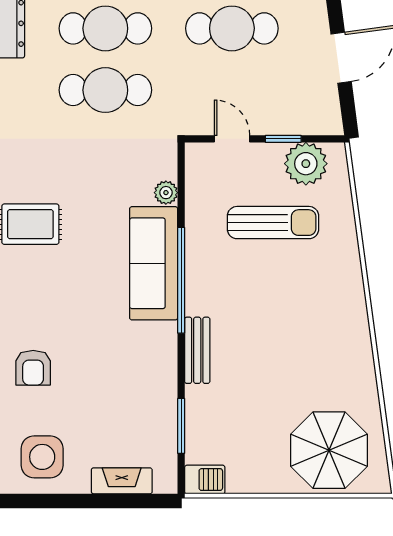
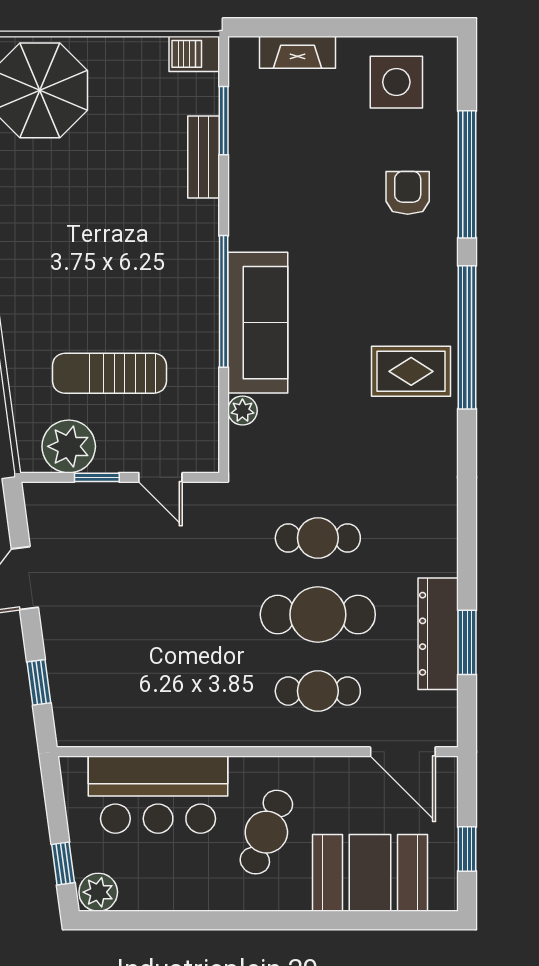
cafe table: (232, 28) -> (161, 615), removed
cafe table: (105, 90) -> (318, 538), width x0.73, depth x0.74
bench: (197, 350) -> (204, 157), moved

